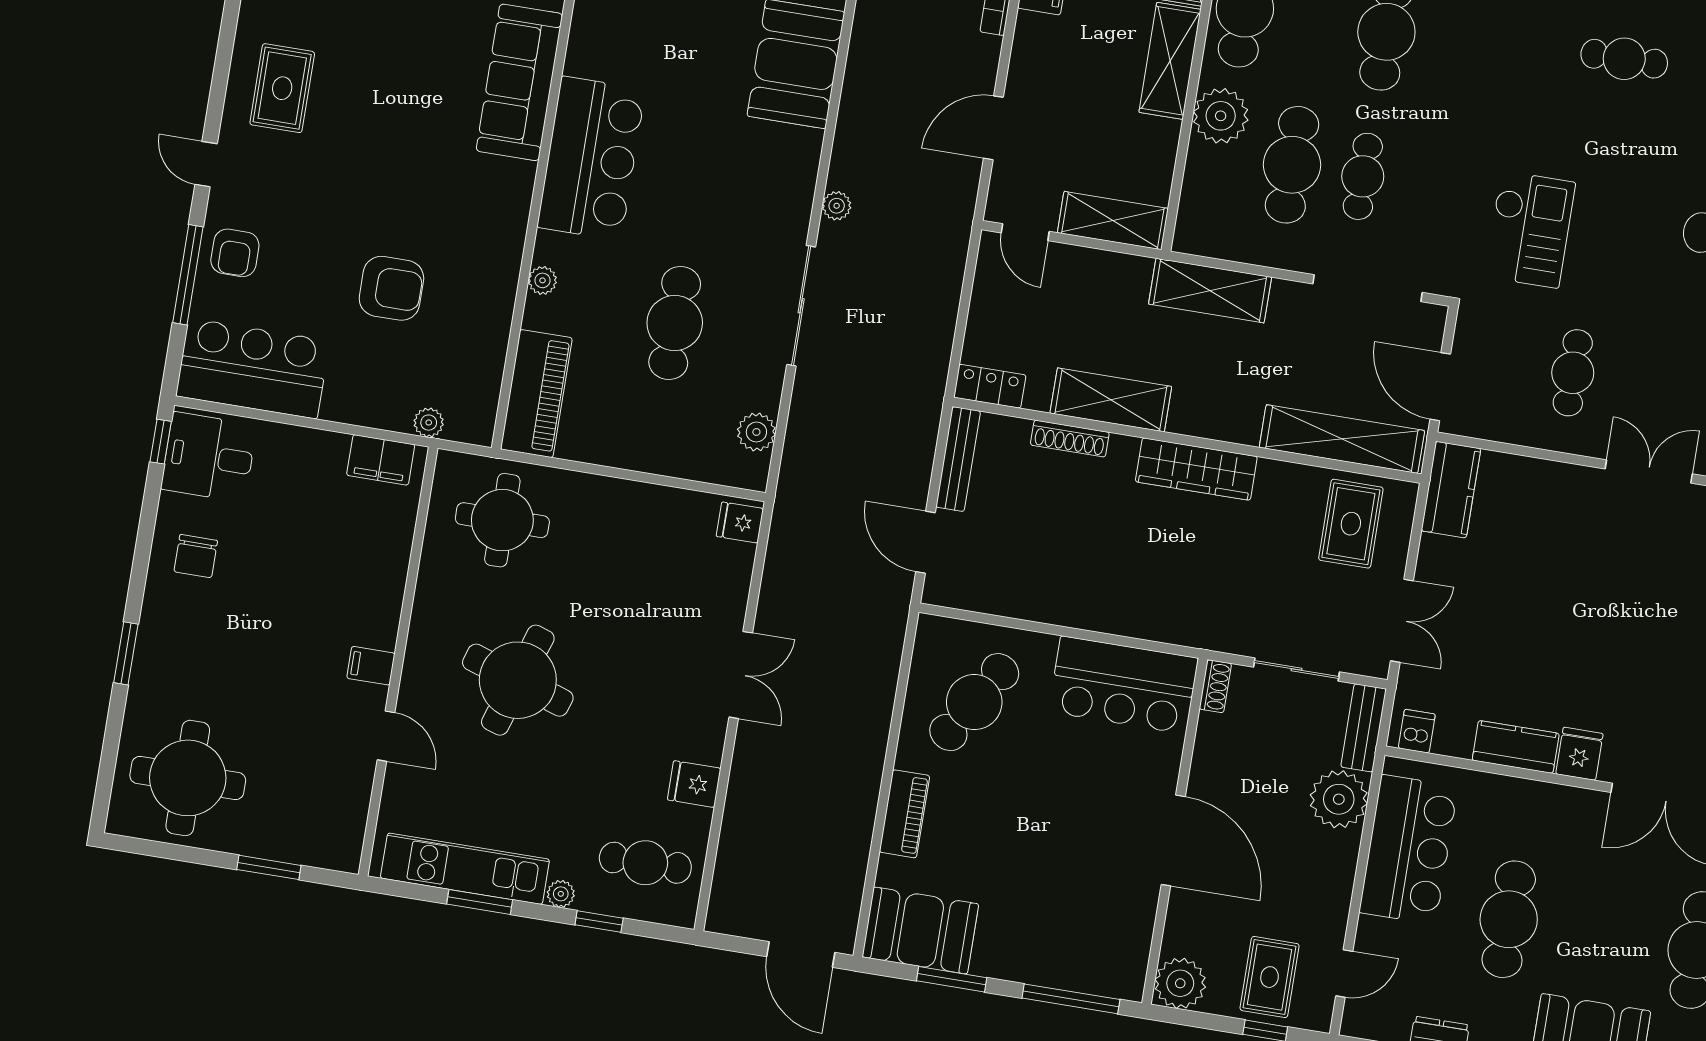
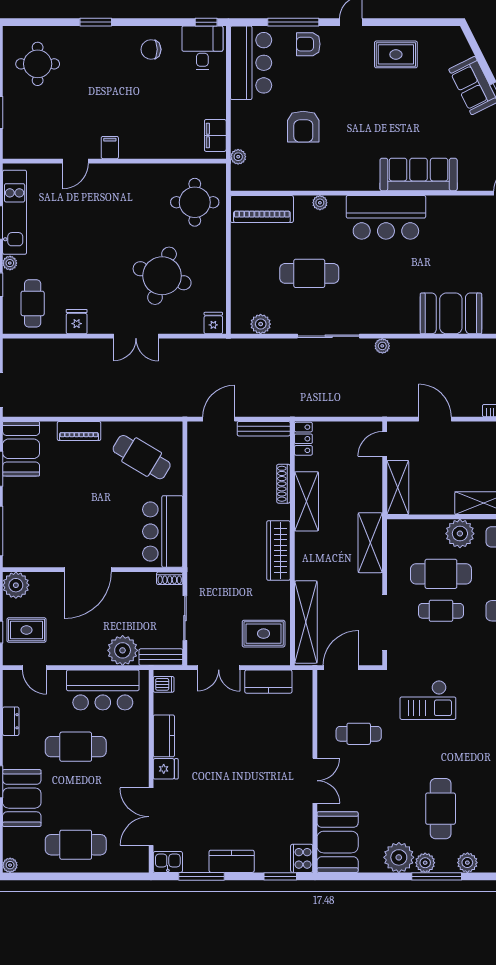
kitchen counter: (1451, 490) -> (268, 682), moved
round table: (518, 680) -> (162, 276), moved
round table: (188, 778) -> (38, 64), width x0.73, depth x0.73

